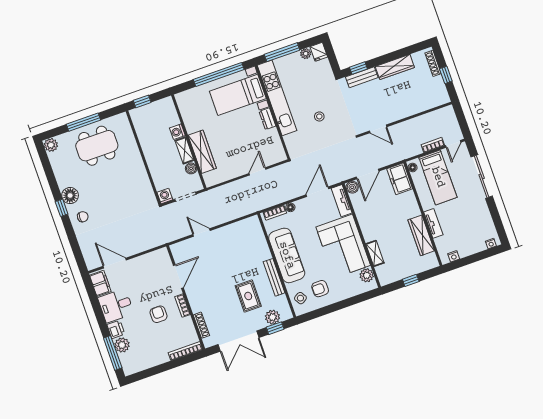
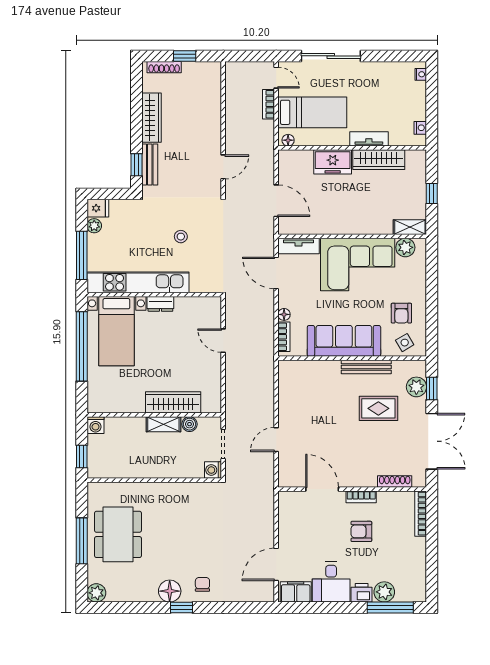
washing machine: (177, 132) -> (96, 425), moved
freezer: (400, 179) -> (333, 162), moved
boiler: (352, 187) -> (286, 226), removed
shelving: (375, 253) -> (410, 227), moved

